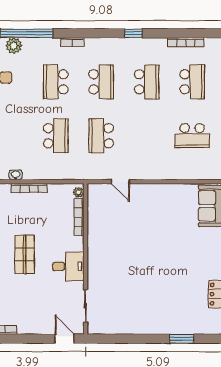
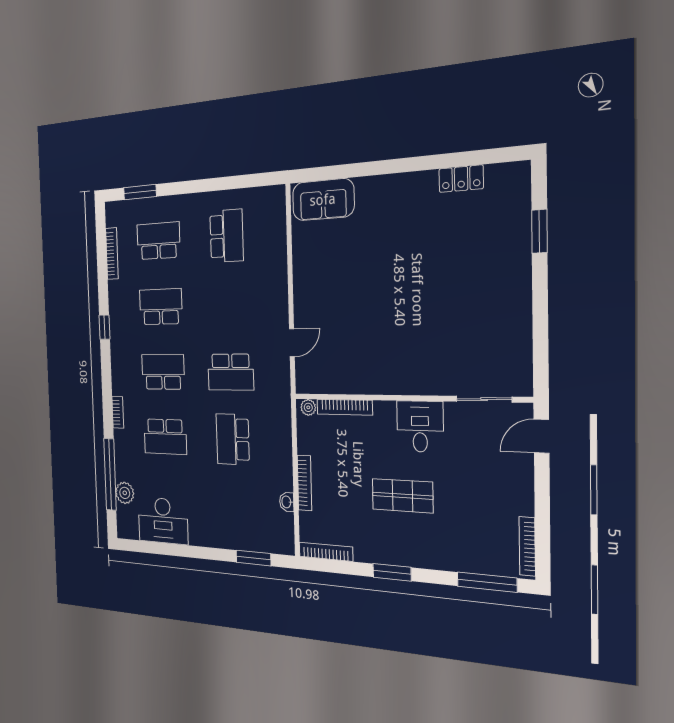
school desk: (56, 136) -> (233, 439), turned -90

